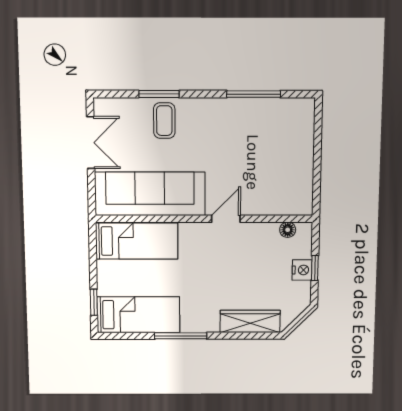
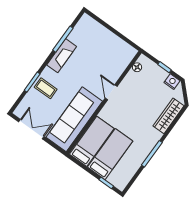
fireplace: (228, 110) -> (62, 56), added
nightstand: (302, 270) -> (172, 82), moved
bed: (138, 315) -> (110, 154), moved

